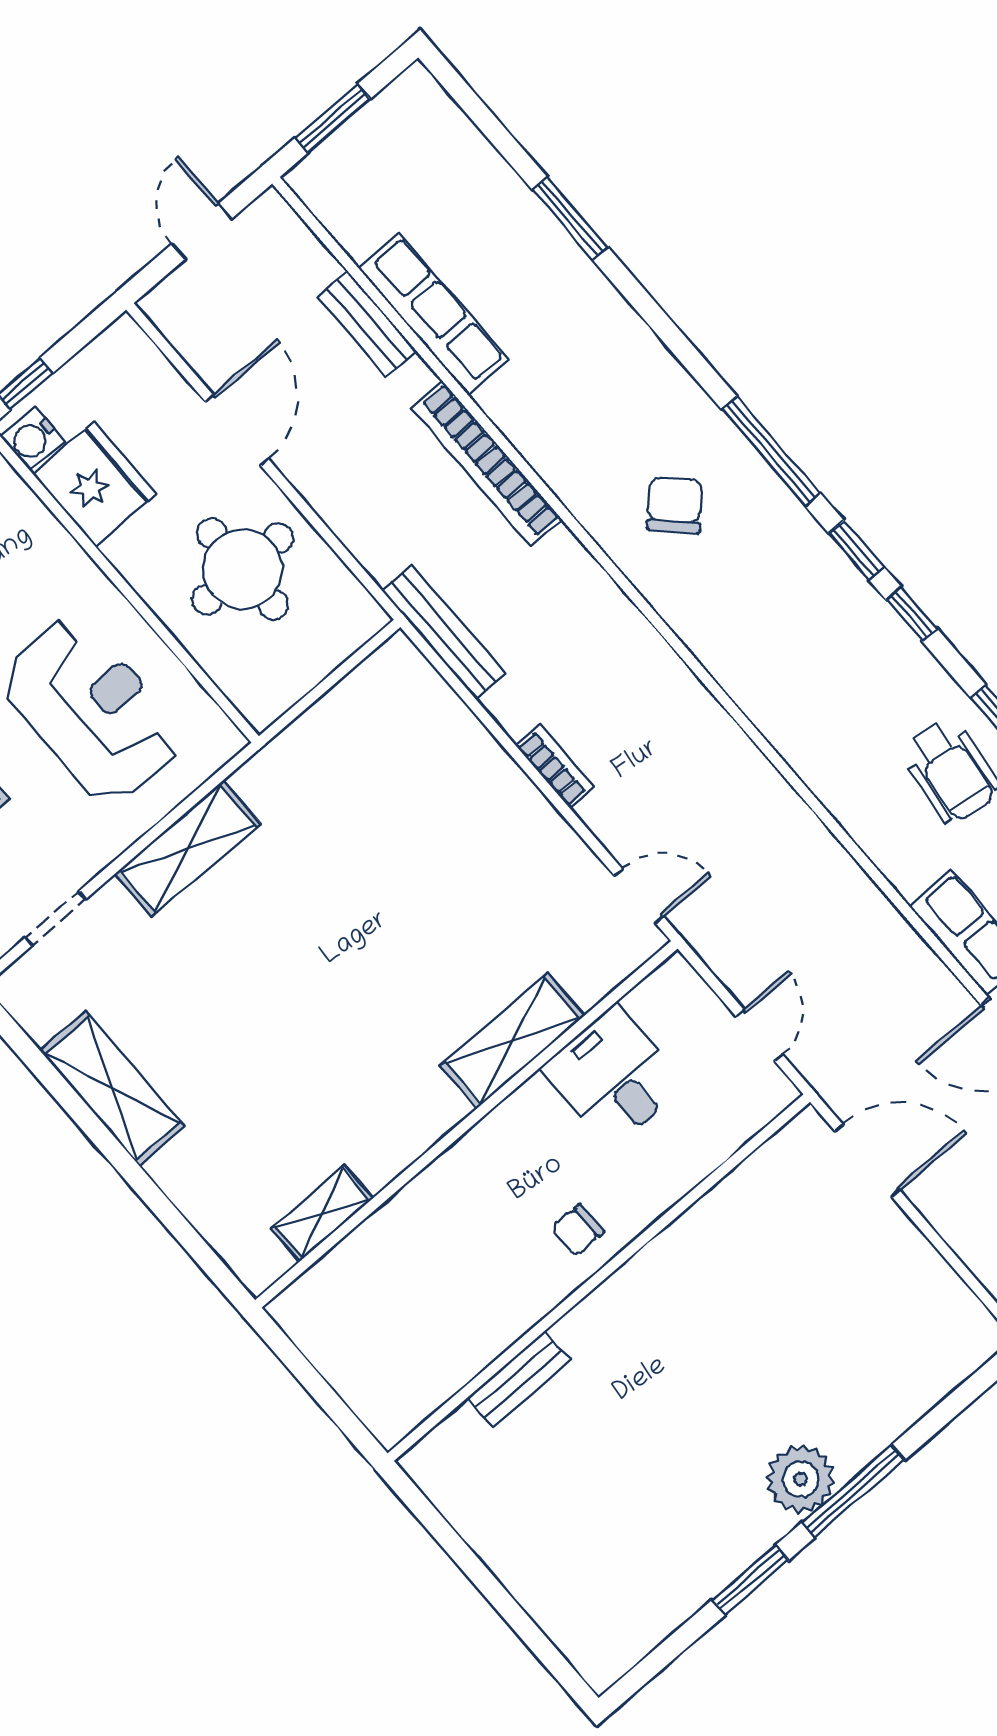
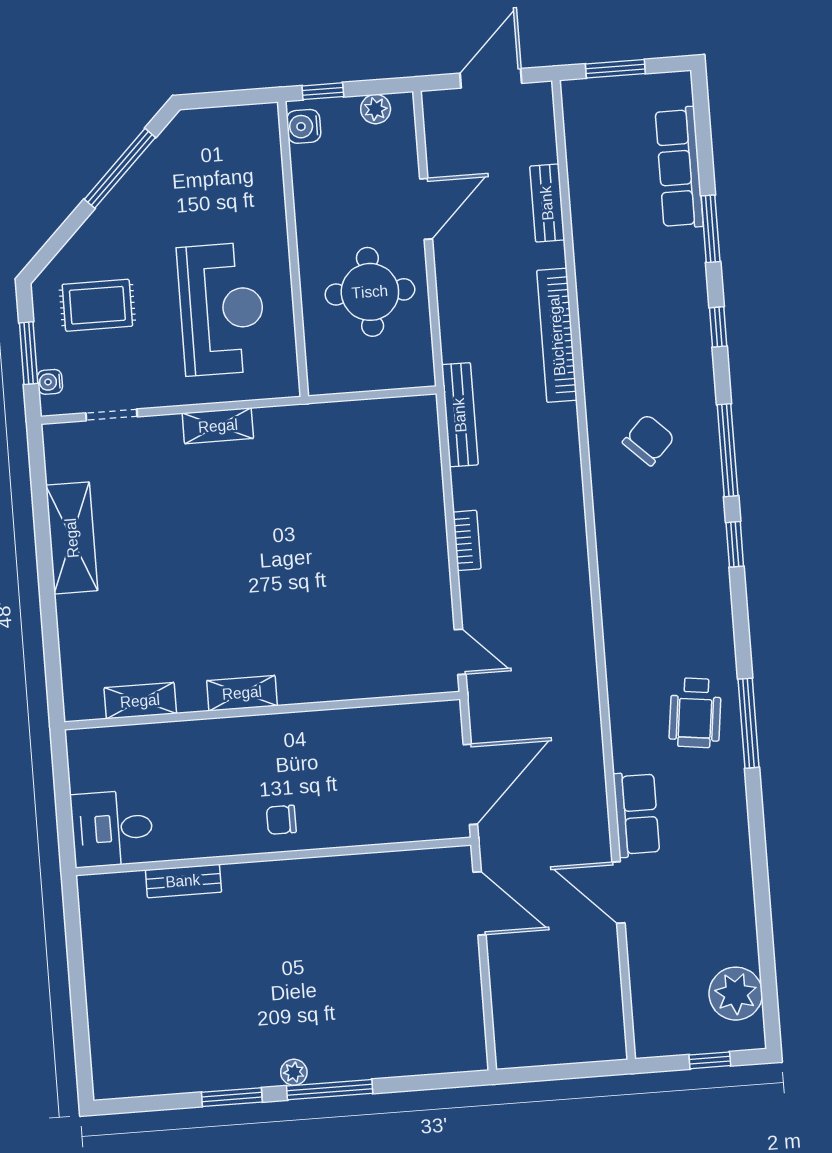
door: (202, 231) -> (491, 78), width x1.38
row of seats: (434, 314) -> (679, 168), moved, turned 180
plant: (98, 360) -> (376, 109), added
fridge: (95, 484) -> (321, 179), removed
window: (912, 614) -> (718, 327), moved
shelving: (188, 849) -> (218, 426), width x0.67, depth x0.75
door: (759, 1035) -> (470, 784), width x1.88
shelving: (512, 1041) -> (242, 693), moved, width x0.67, depth x0.75
desk: (613, 1077) -> (112, 828), moved, turned -90
plant: (801, 1479) -> (294, 1072), width x0.53, depth x0.53

